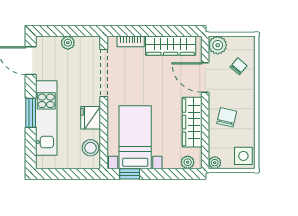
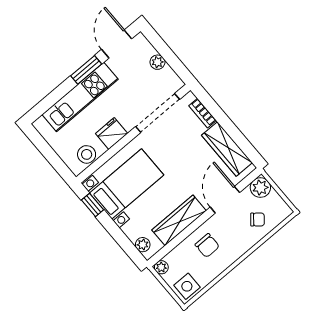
window: (31, 113) -> (86, 70), moved
chair: (227, 117) -> (207, 246), turned 77

